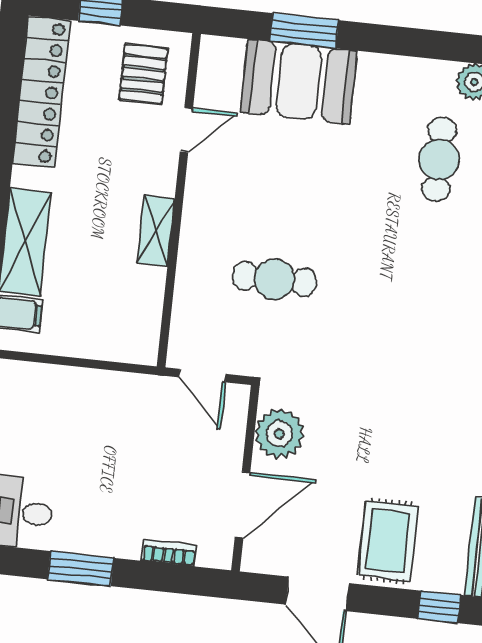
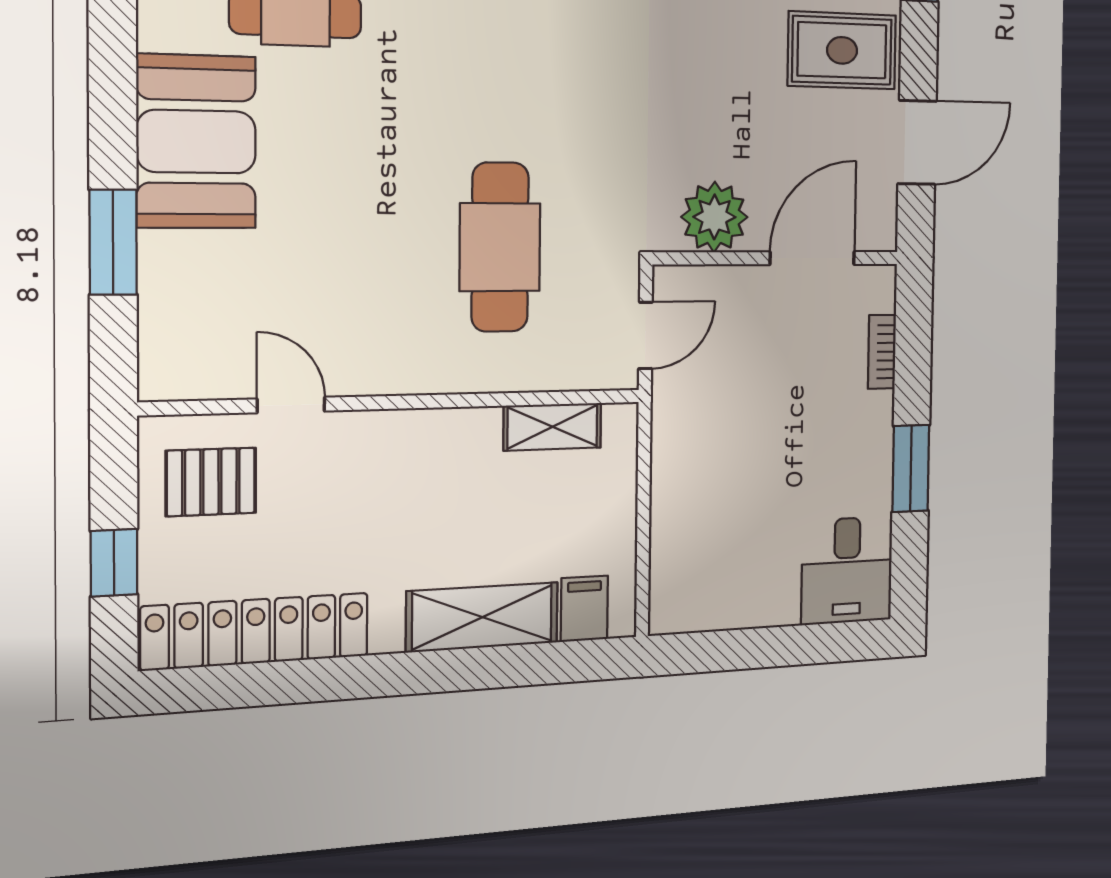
booth: (299, 82) -> (196, 142), moved
shelving: (156, 231) -> (553, 427), moved
cafe table: (274, 279) -> (500, 247), width x1.37, depth x1.35
door: (243, 505) -> (812, 258), hinge flipped

